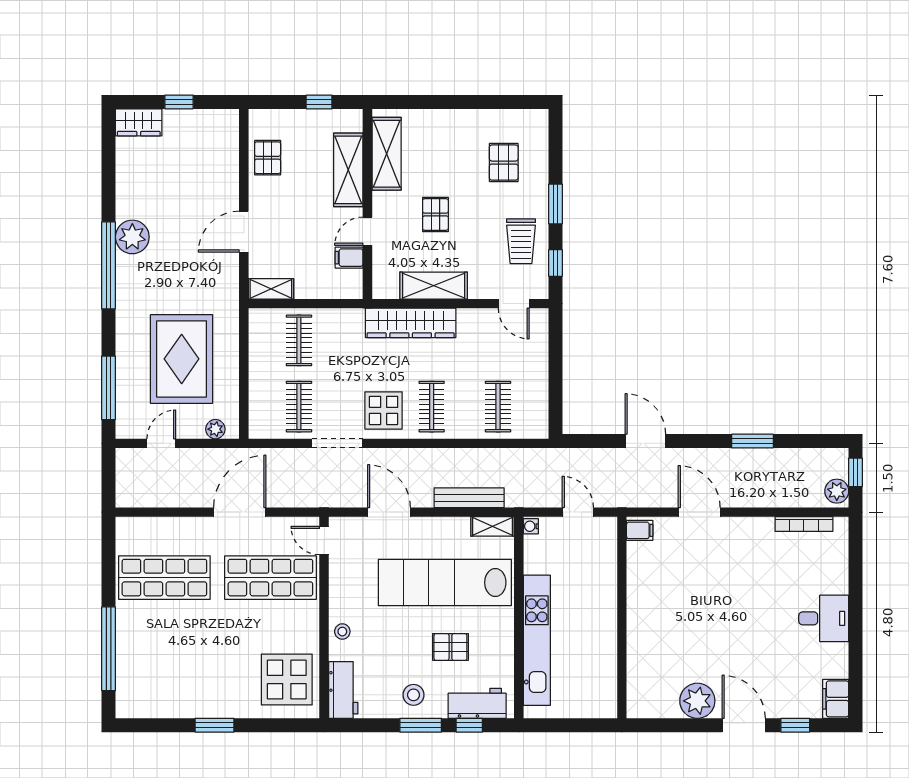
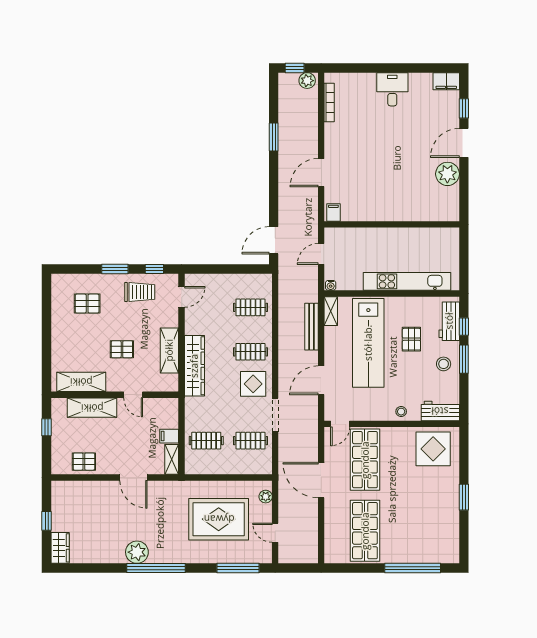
filing cabinet: (349, 258) -> (169, 436), moved, turned 90
door: (645, 441) -> (274, 240), moved

